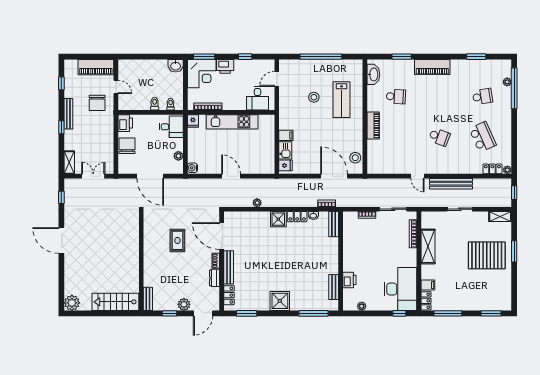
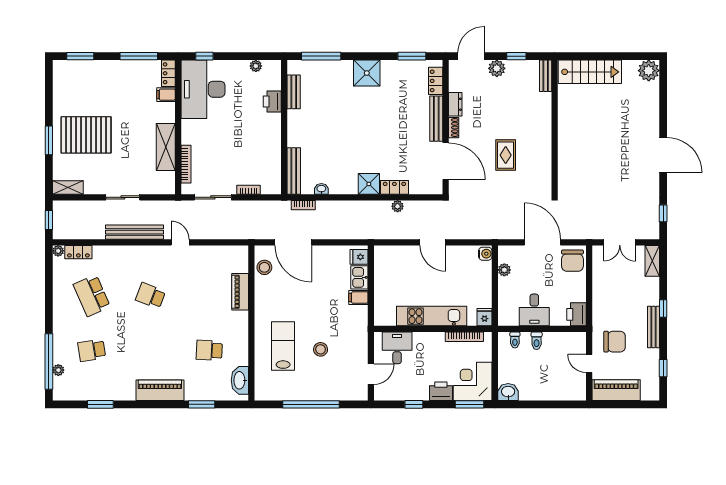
chair: (97, 103) -> (615, 342), turned 90
piano: (373, 125) -> (240, 292), moved
desk: (171, 127) -> (534, 310), moved, turned -90
chair: (127, 146) -> (572, 261), moved
locker: (297, 217) -> (394, 187), moved
bench: (334, 224) -> (294, 171), width x1.36

